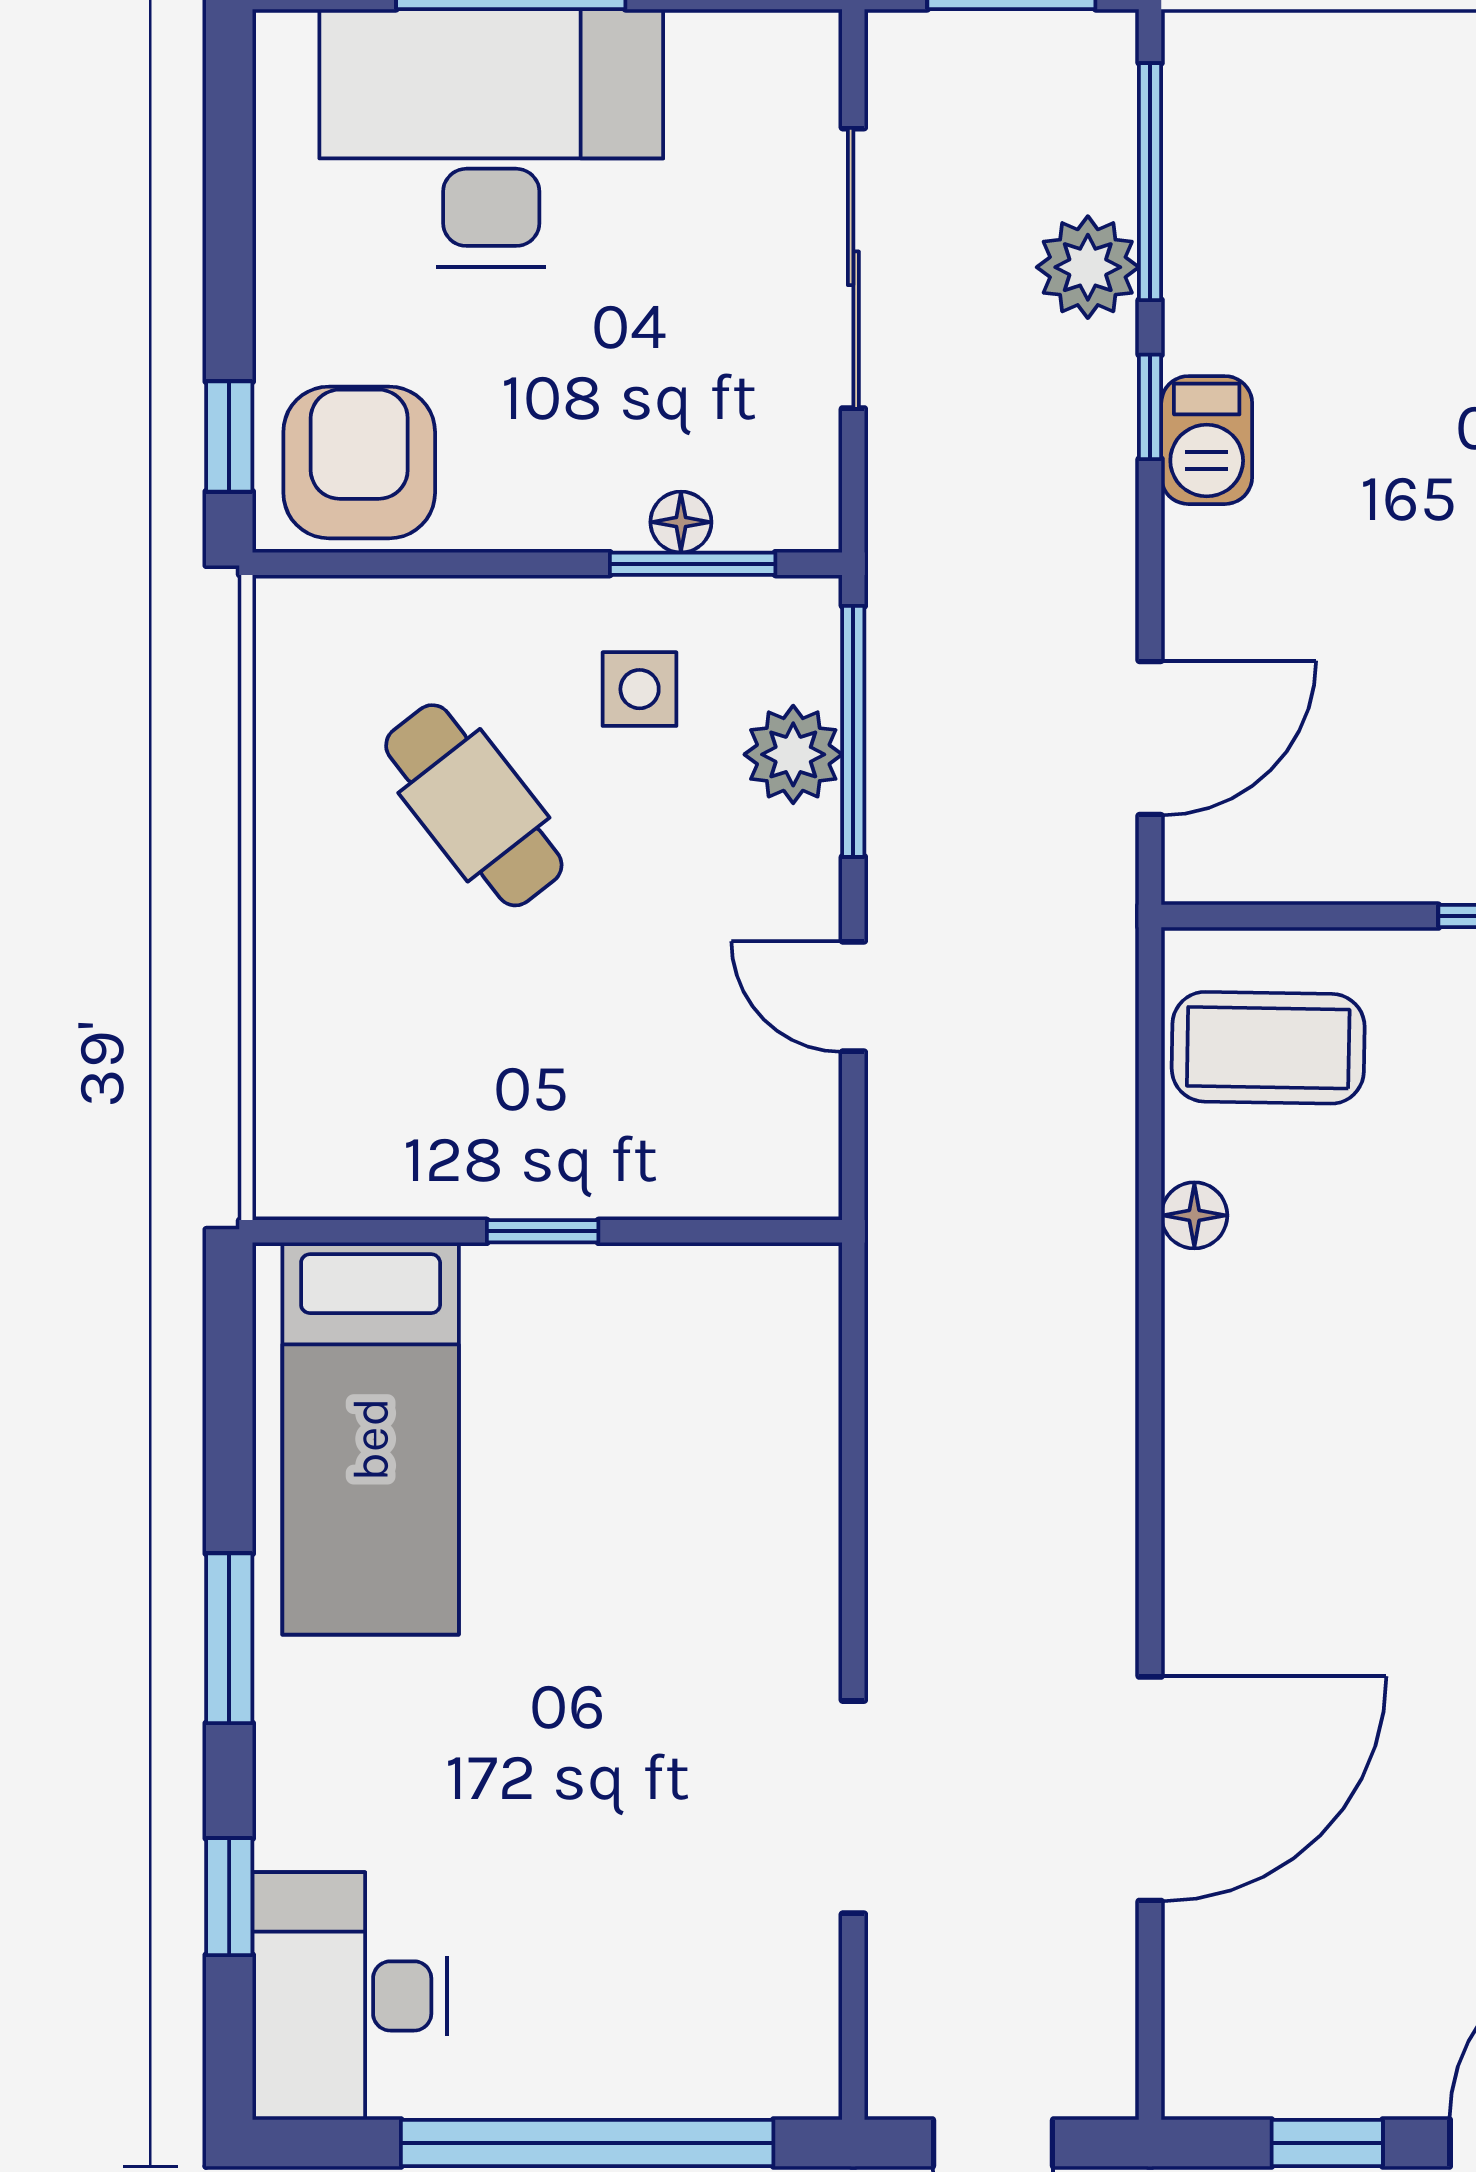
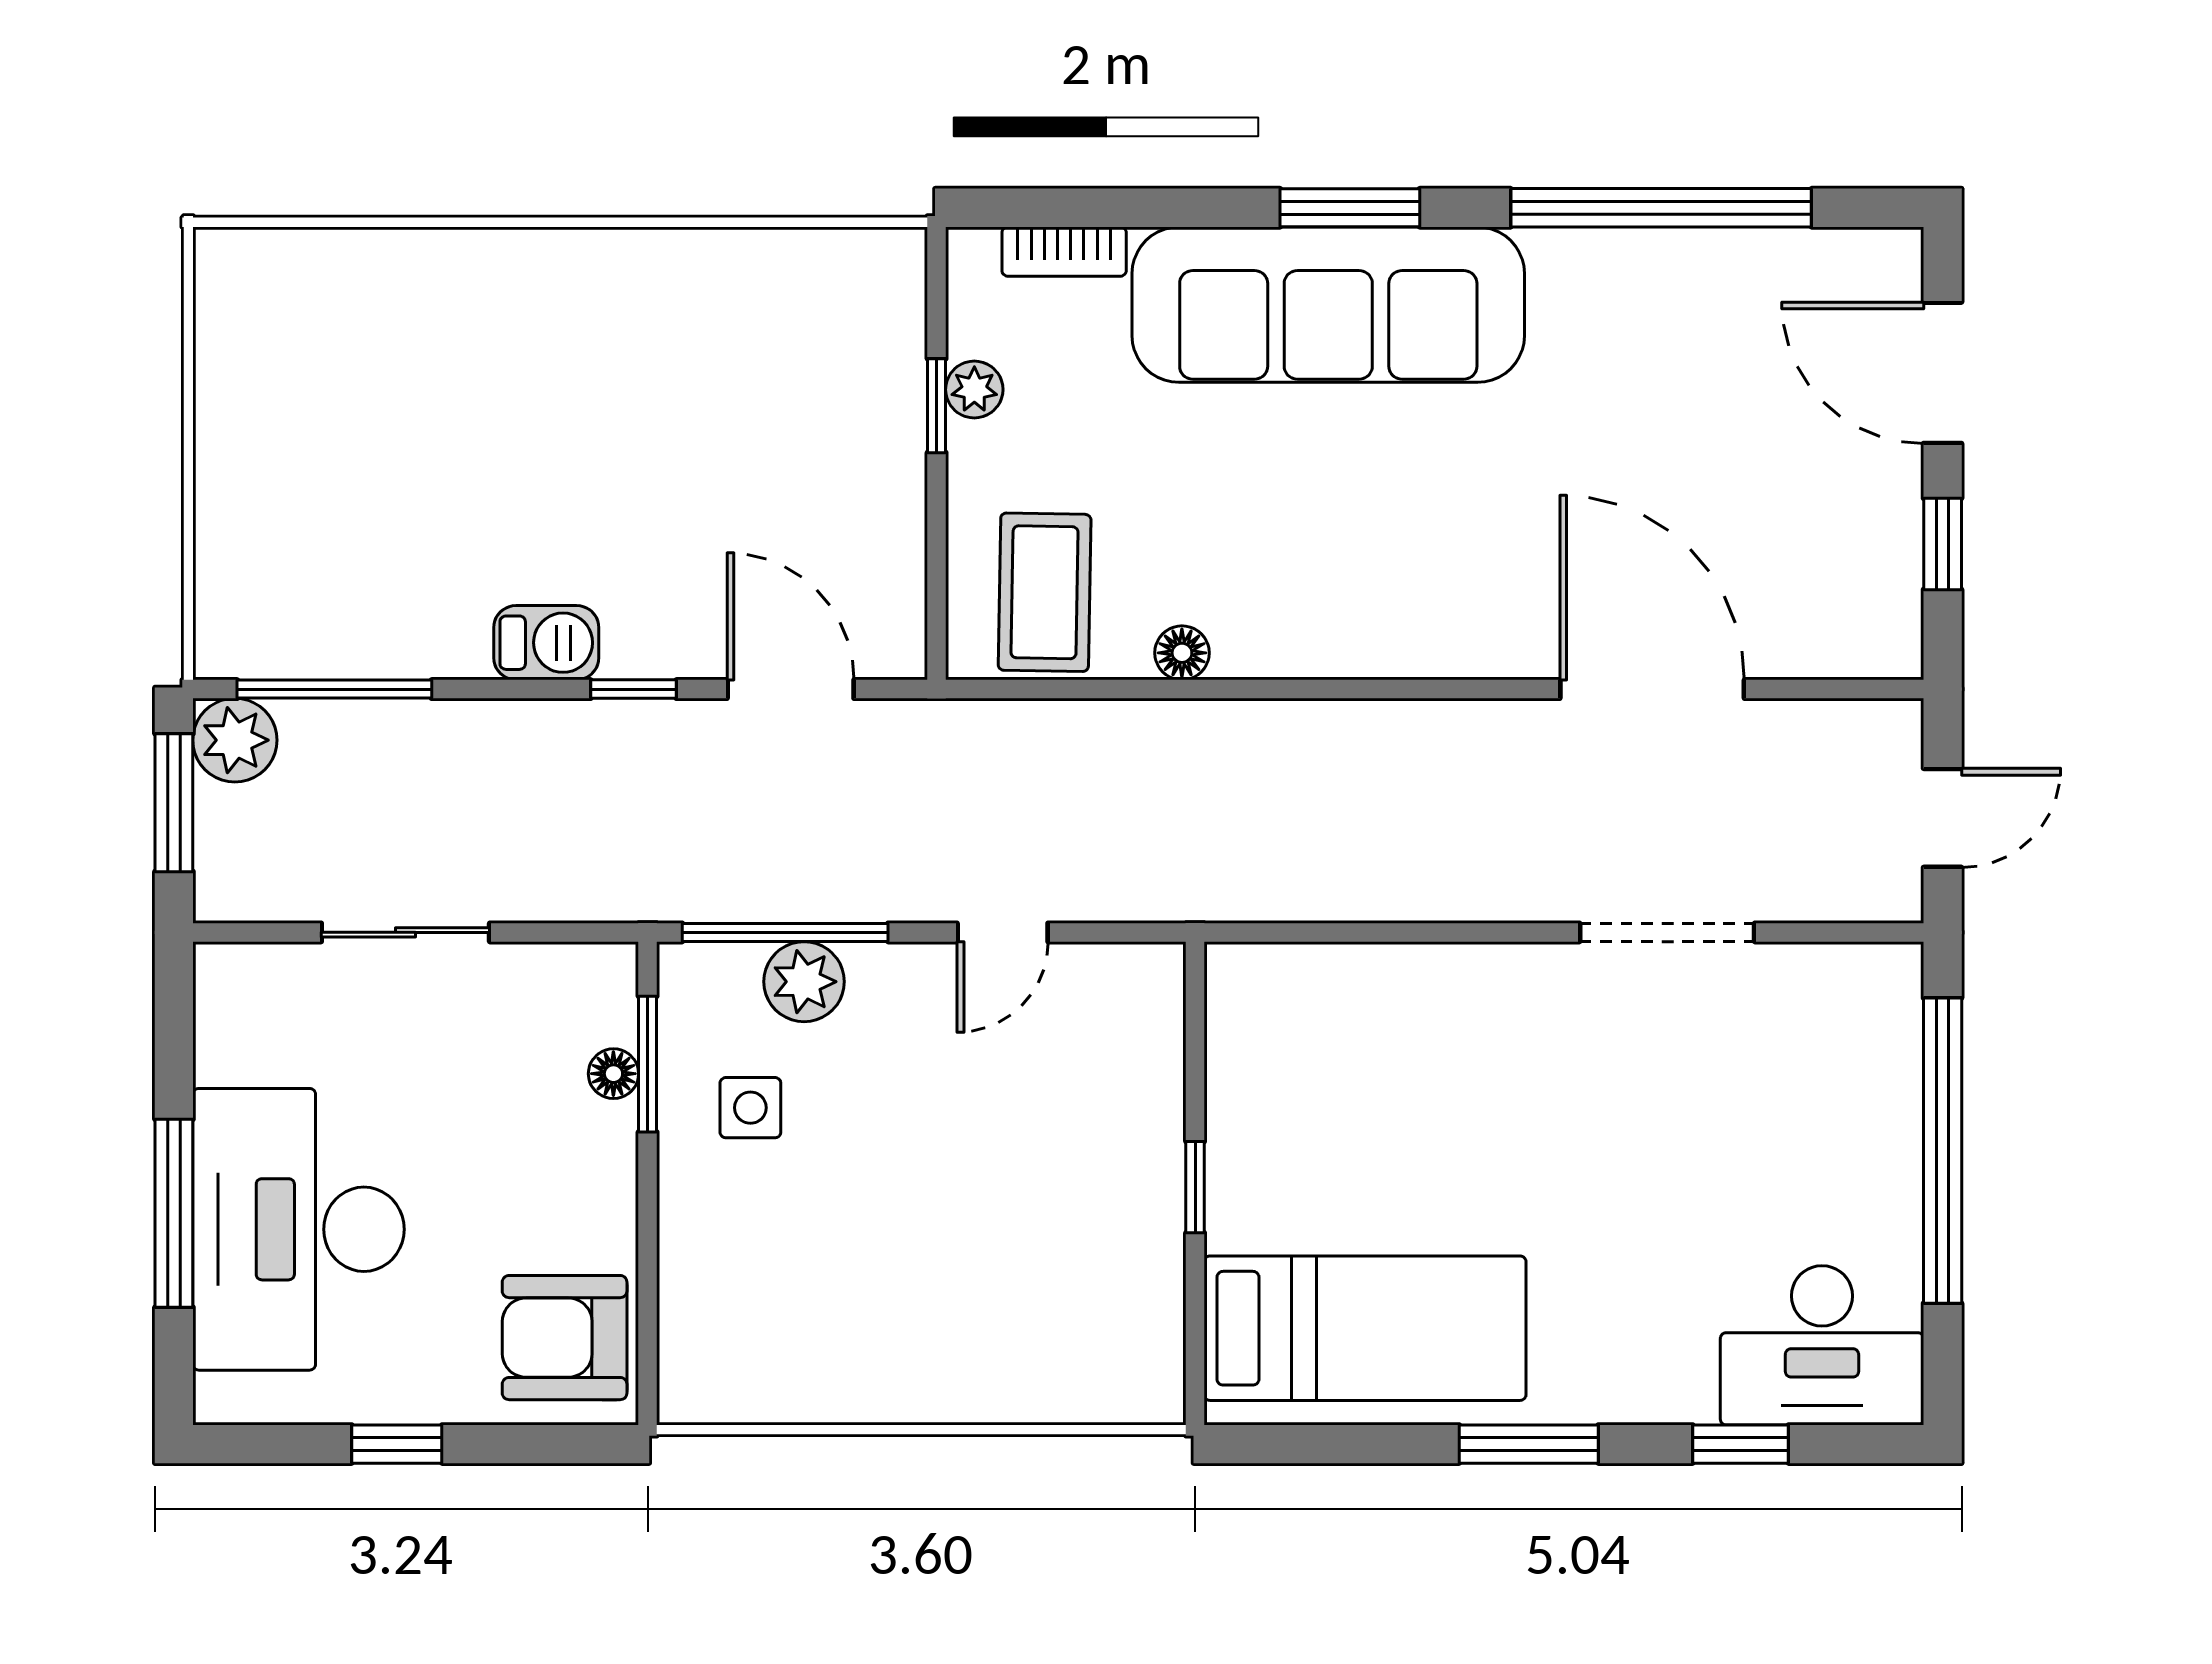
plant: (1088, 267) -> (235, 740), moved
sliding door: (853, 268) -> (405, 932), width x0.73
window: (1150, 407) -> (633, 689), moved
window: (229, 437) -> (397, 1444), moved
cafe table: (474, 805) -> (846, 1244), removed

